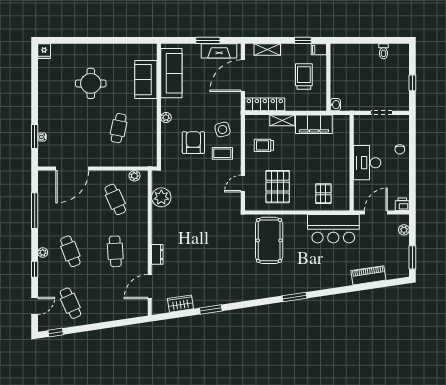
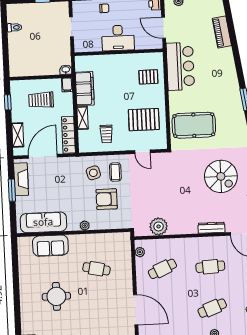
filing cabinet: (319, 49) -> (67, 85), moved
door: (243, 76) -> (43, 156), swing flipped
dresser: (157, 254) -> (211, 228), width x1.44
spiral stairs: (212, 267) -> (221, 176), added

